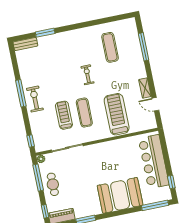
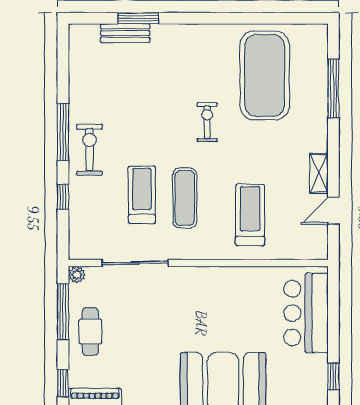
bench: (25, 44) -> (125, 33), moved
exercise mat: (110, 47) -> (265, 75), width x2.00, depth x1.45
door: (155, 104) -> (333, 211), hinge flipped
treadmill: (117, 114) -> (250, 215), width x0.73, depth x0.73
window: (31, 141) -> (63, 197), moved
bar counter: (154, 162) -> (306, 313), width x0.73

